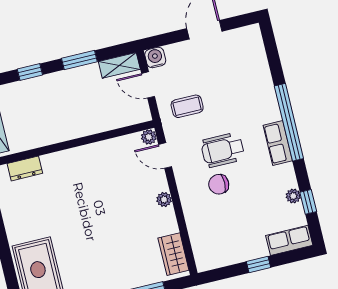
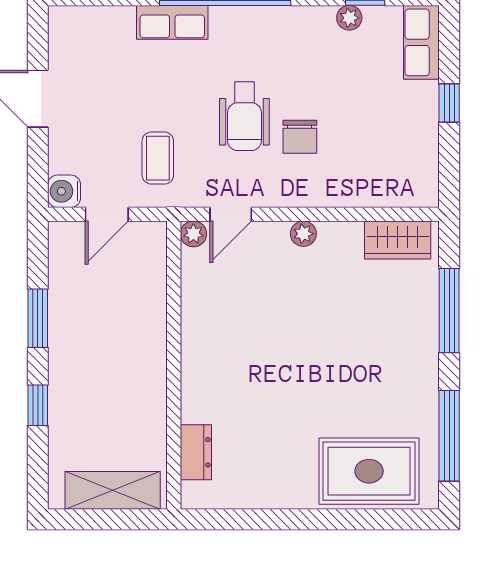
shelving: (119, 65) -> (63, 254), removed
row of seats: (278, 143) -> (172, 22), moved

